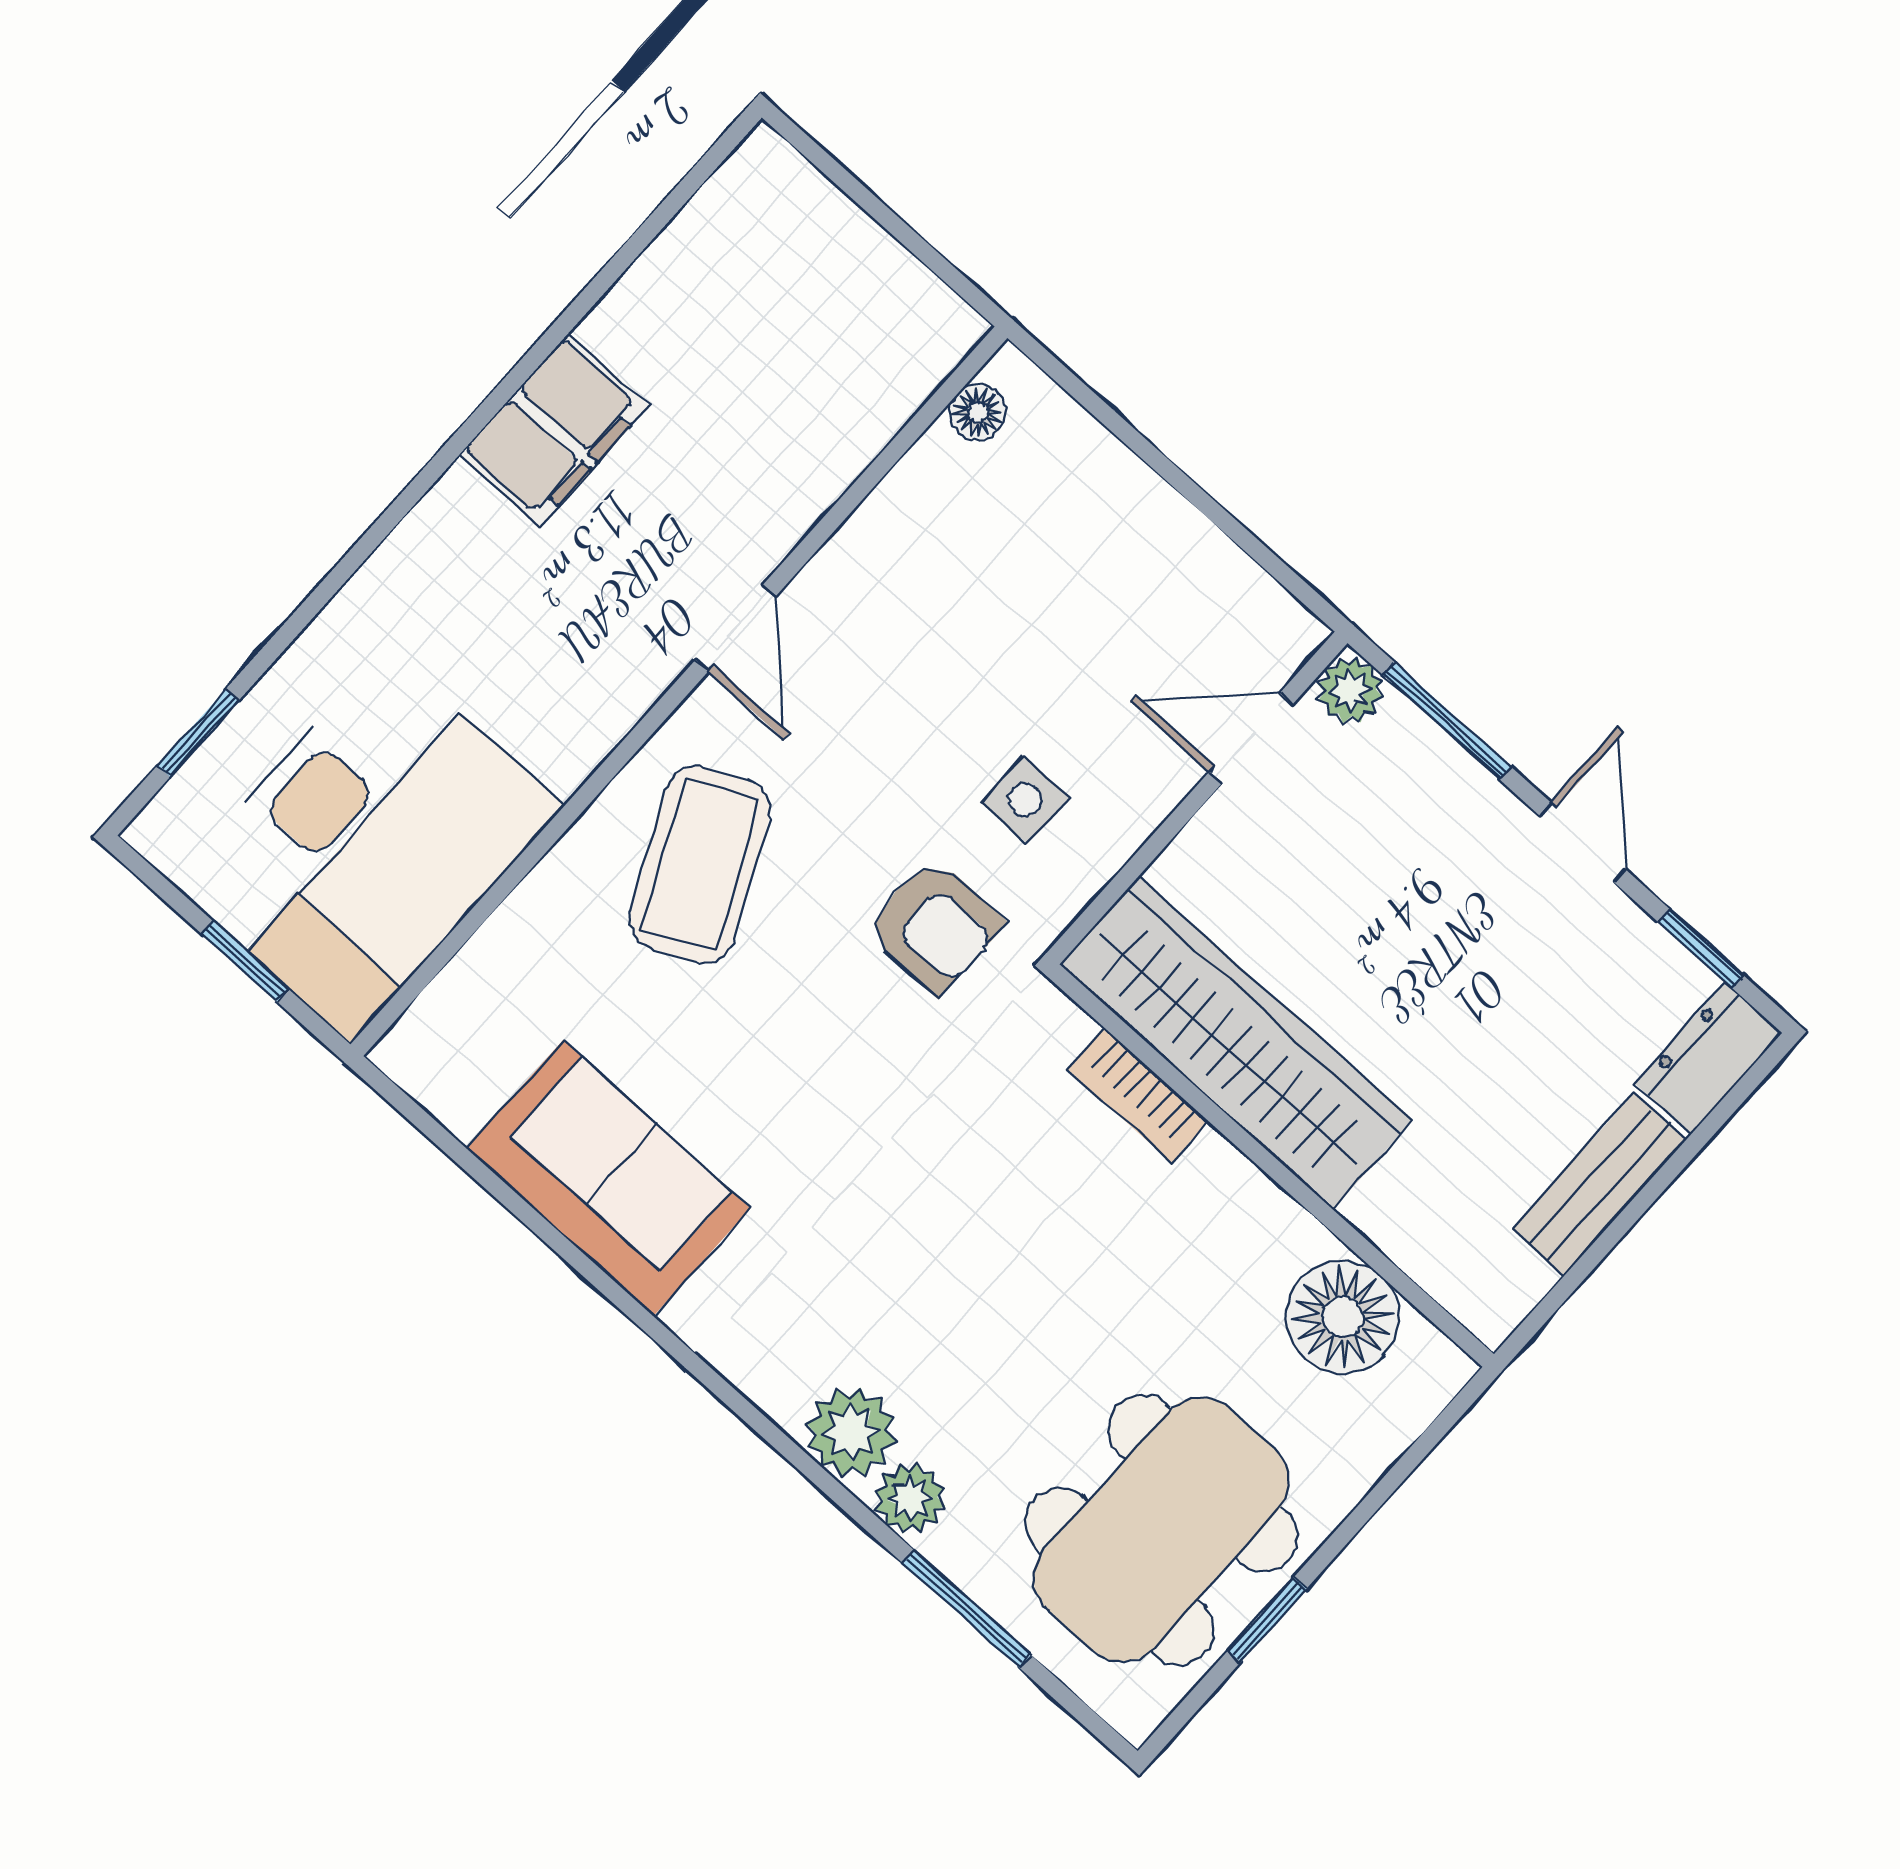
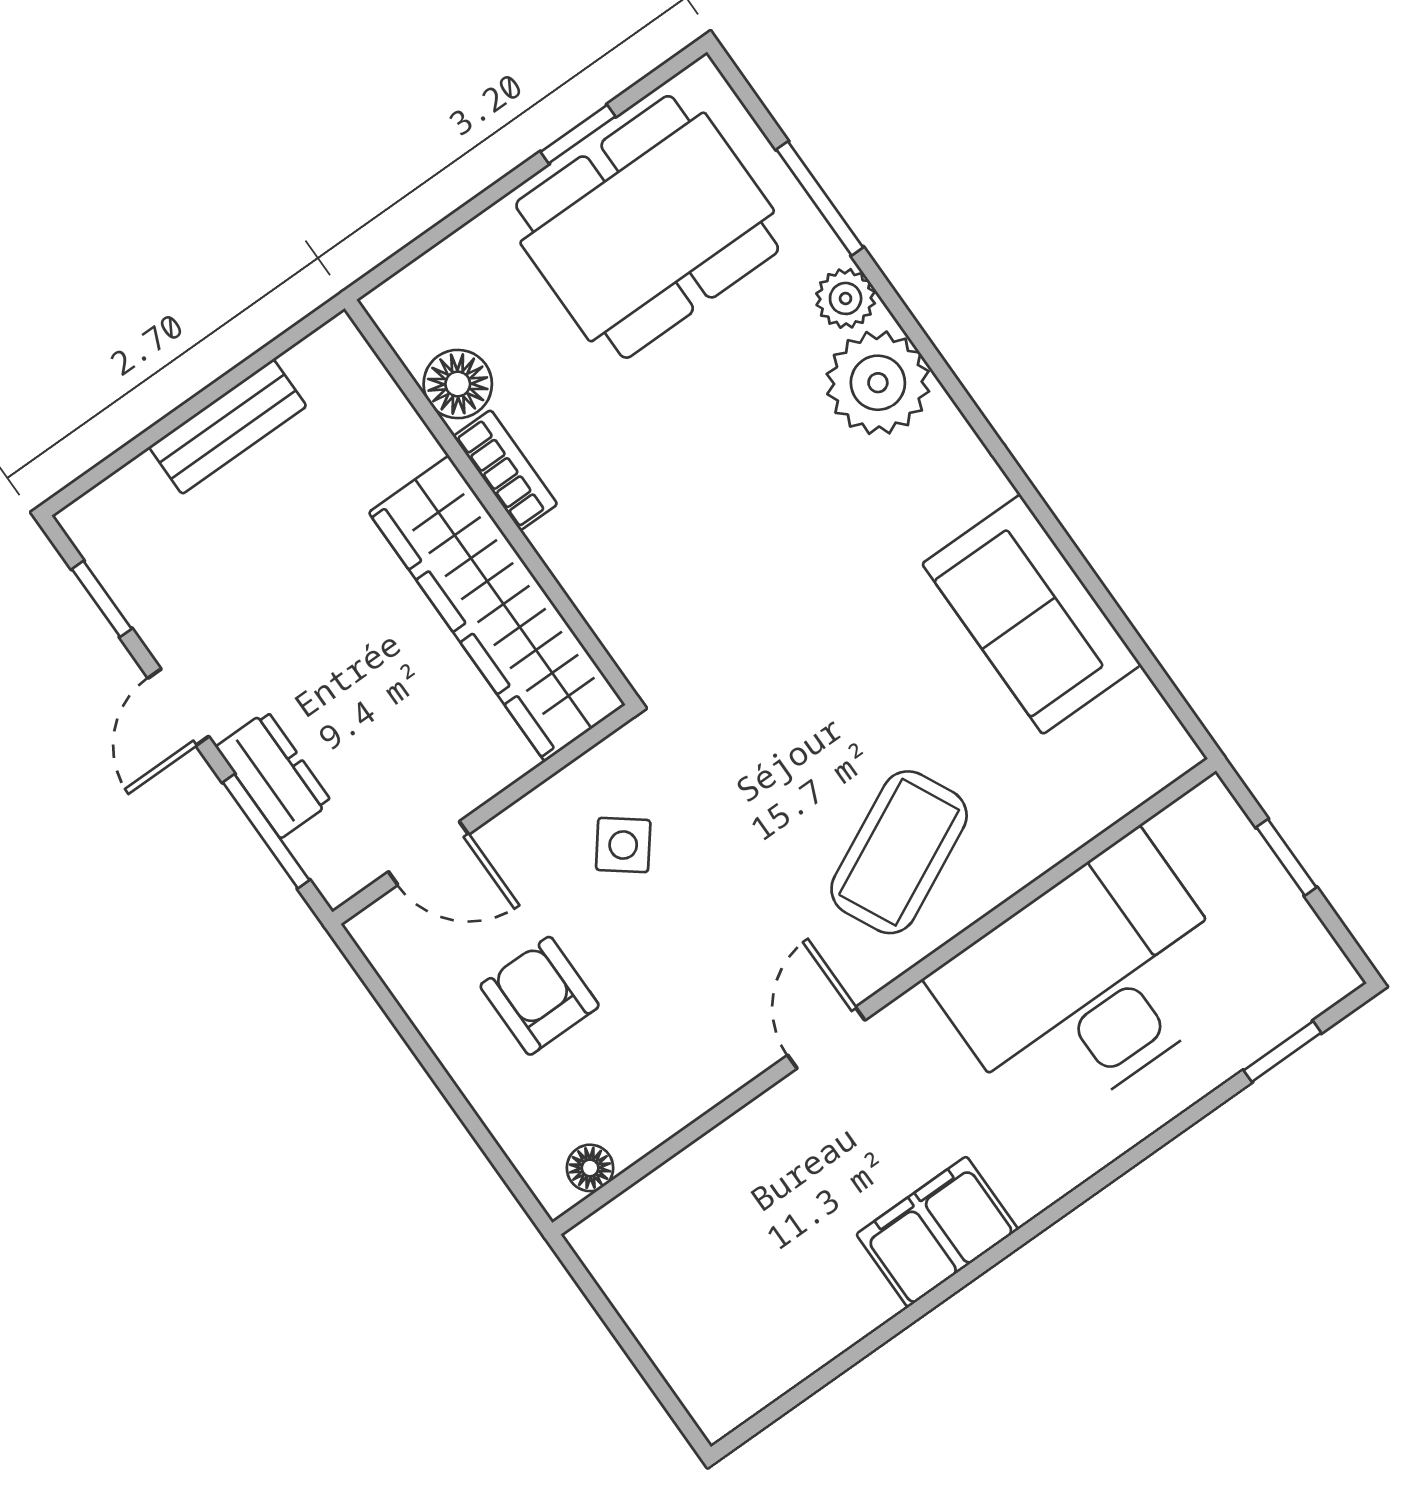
plant: (1350, 690) -> (339, 874), removed
side table: (1025, 799) -> (623, 845), turned 38
desk: (368, 845) -> (1088, 983), moved
armchair: (934, 926) -> (540, 996), moved
dresser: (1708, 1058) -> (274, 775), moved, turned -90
bookcase: (1138, 1095) -> (505, 470), moved
floor lamp: (1343, 1317) -> (458, 384), width x0.73, depth x0.73
plant: (851, 1432) -> (878, 383), width x1.36, depth x1.36

